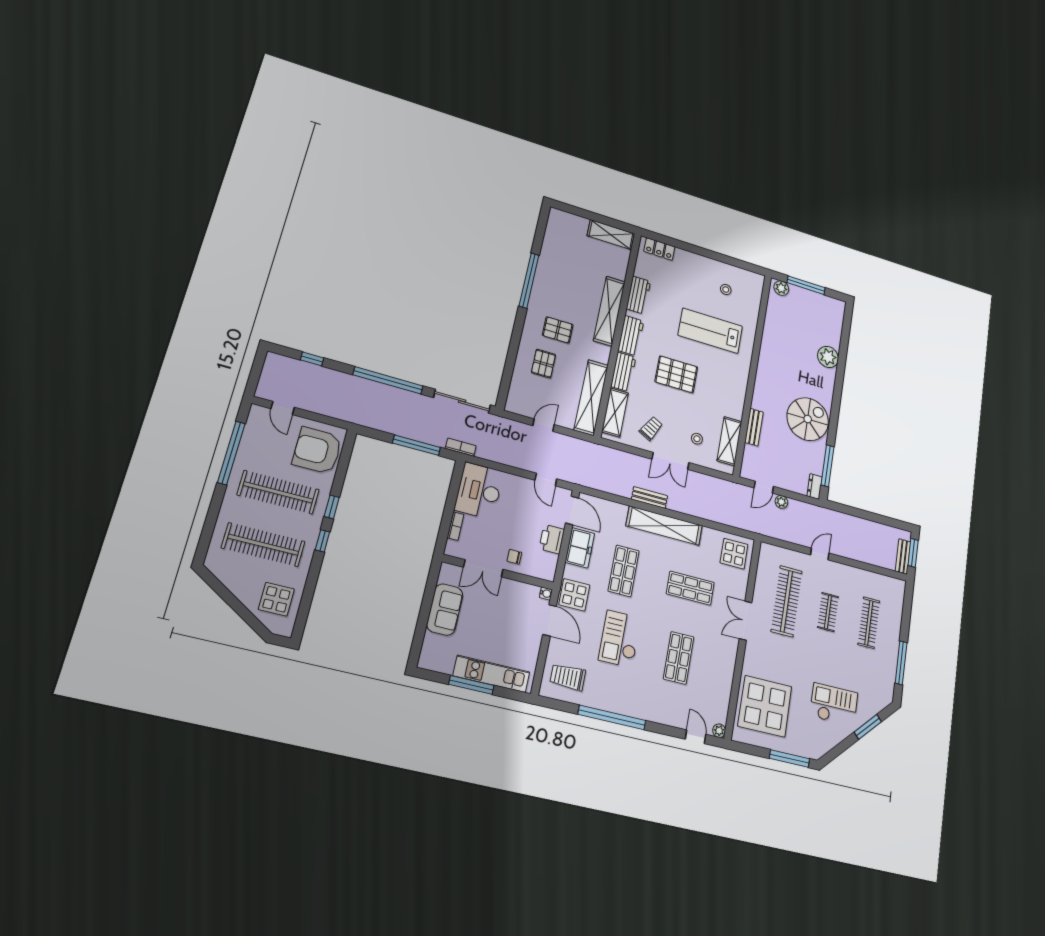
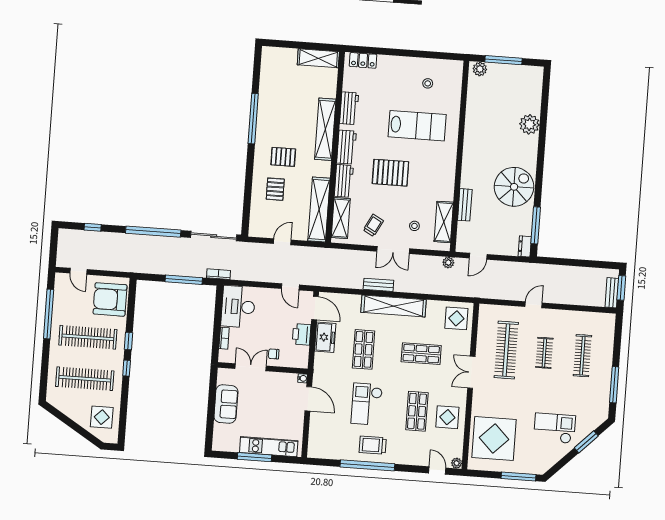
lab bench: (710, 331) -> (417, 126), turned 180
plant: (781, 502) -> (448, 263), moved
double door: (483, 568) -> (251, 367), swing flipped
display table: (574, 595) -> (447, 417), moved
trolley: (568, 677) -> (373, 445), moved

